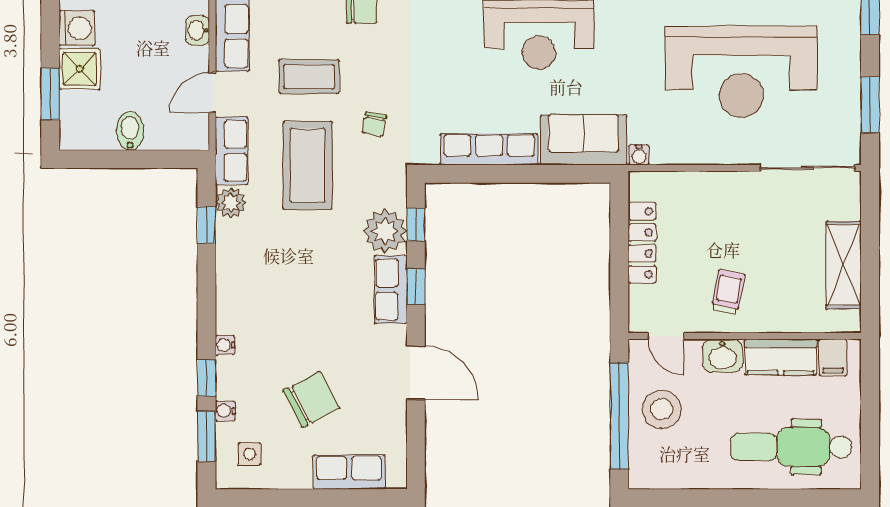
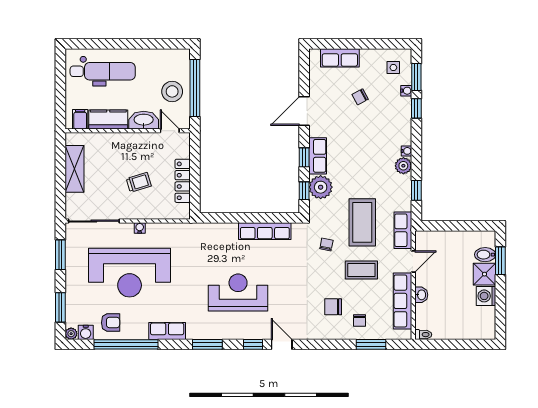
reception desk: (741, 72) -> (130, 273), turned 180
bidet: (130, 131) -> (485, 255), moved, turned 90
sofa: (583, 140) -> (214, 236), removed
water cooler: (639, 155) -> (140, 228), moved
plant: (231, 203) -> (403, 166), moved
trolley: (728, 292) -> (139, 182), moved, turned -118
water cooler: (225, 345) -> (406, 151), moved
washbasin: (722, 356) -> (144, 120), width x1.38
door: (416, 373) -> (304, 111), hinge flipped
chair: (311, 399) -> (360, 97), width x0.54, depth x0.54

